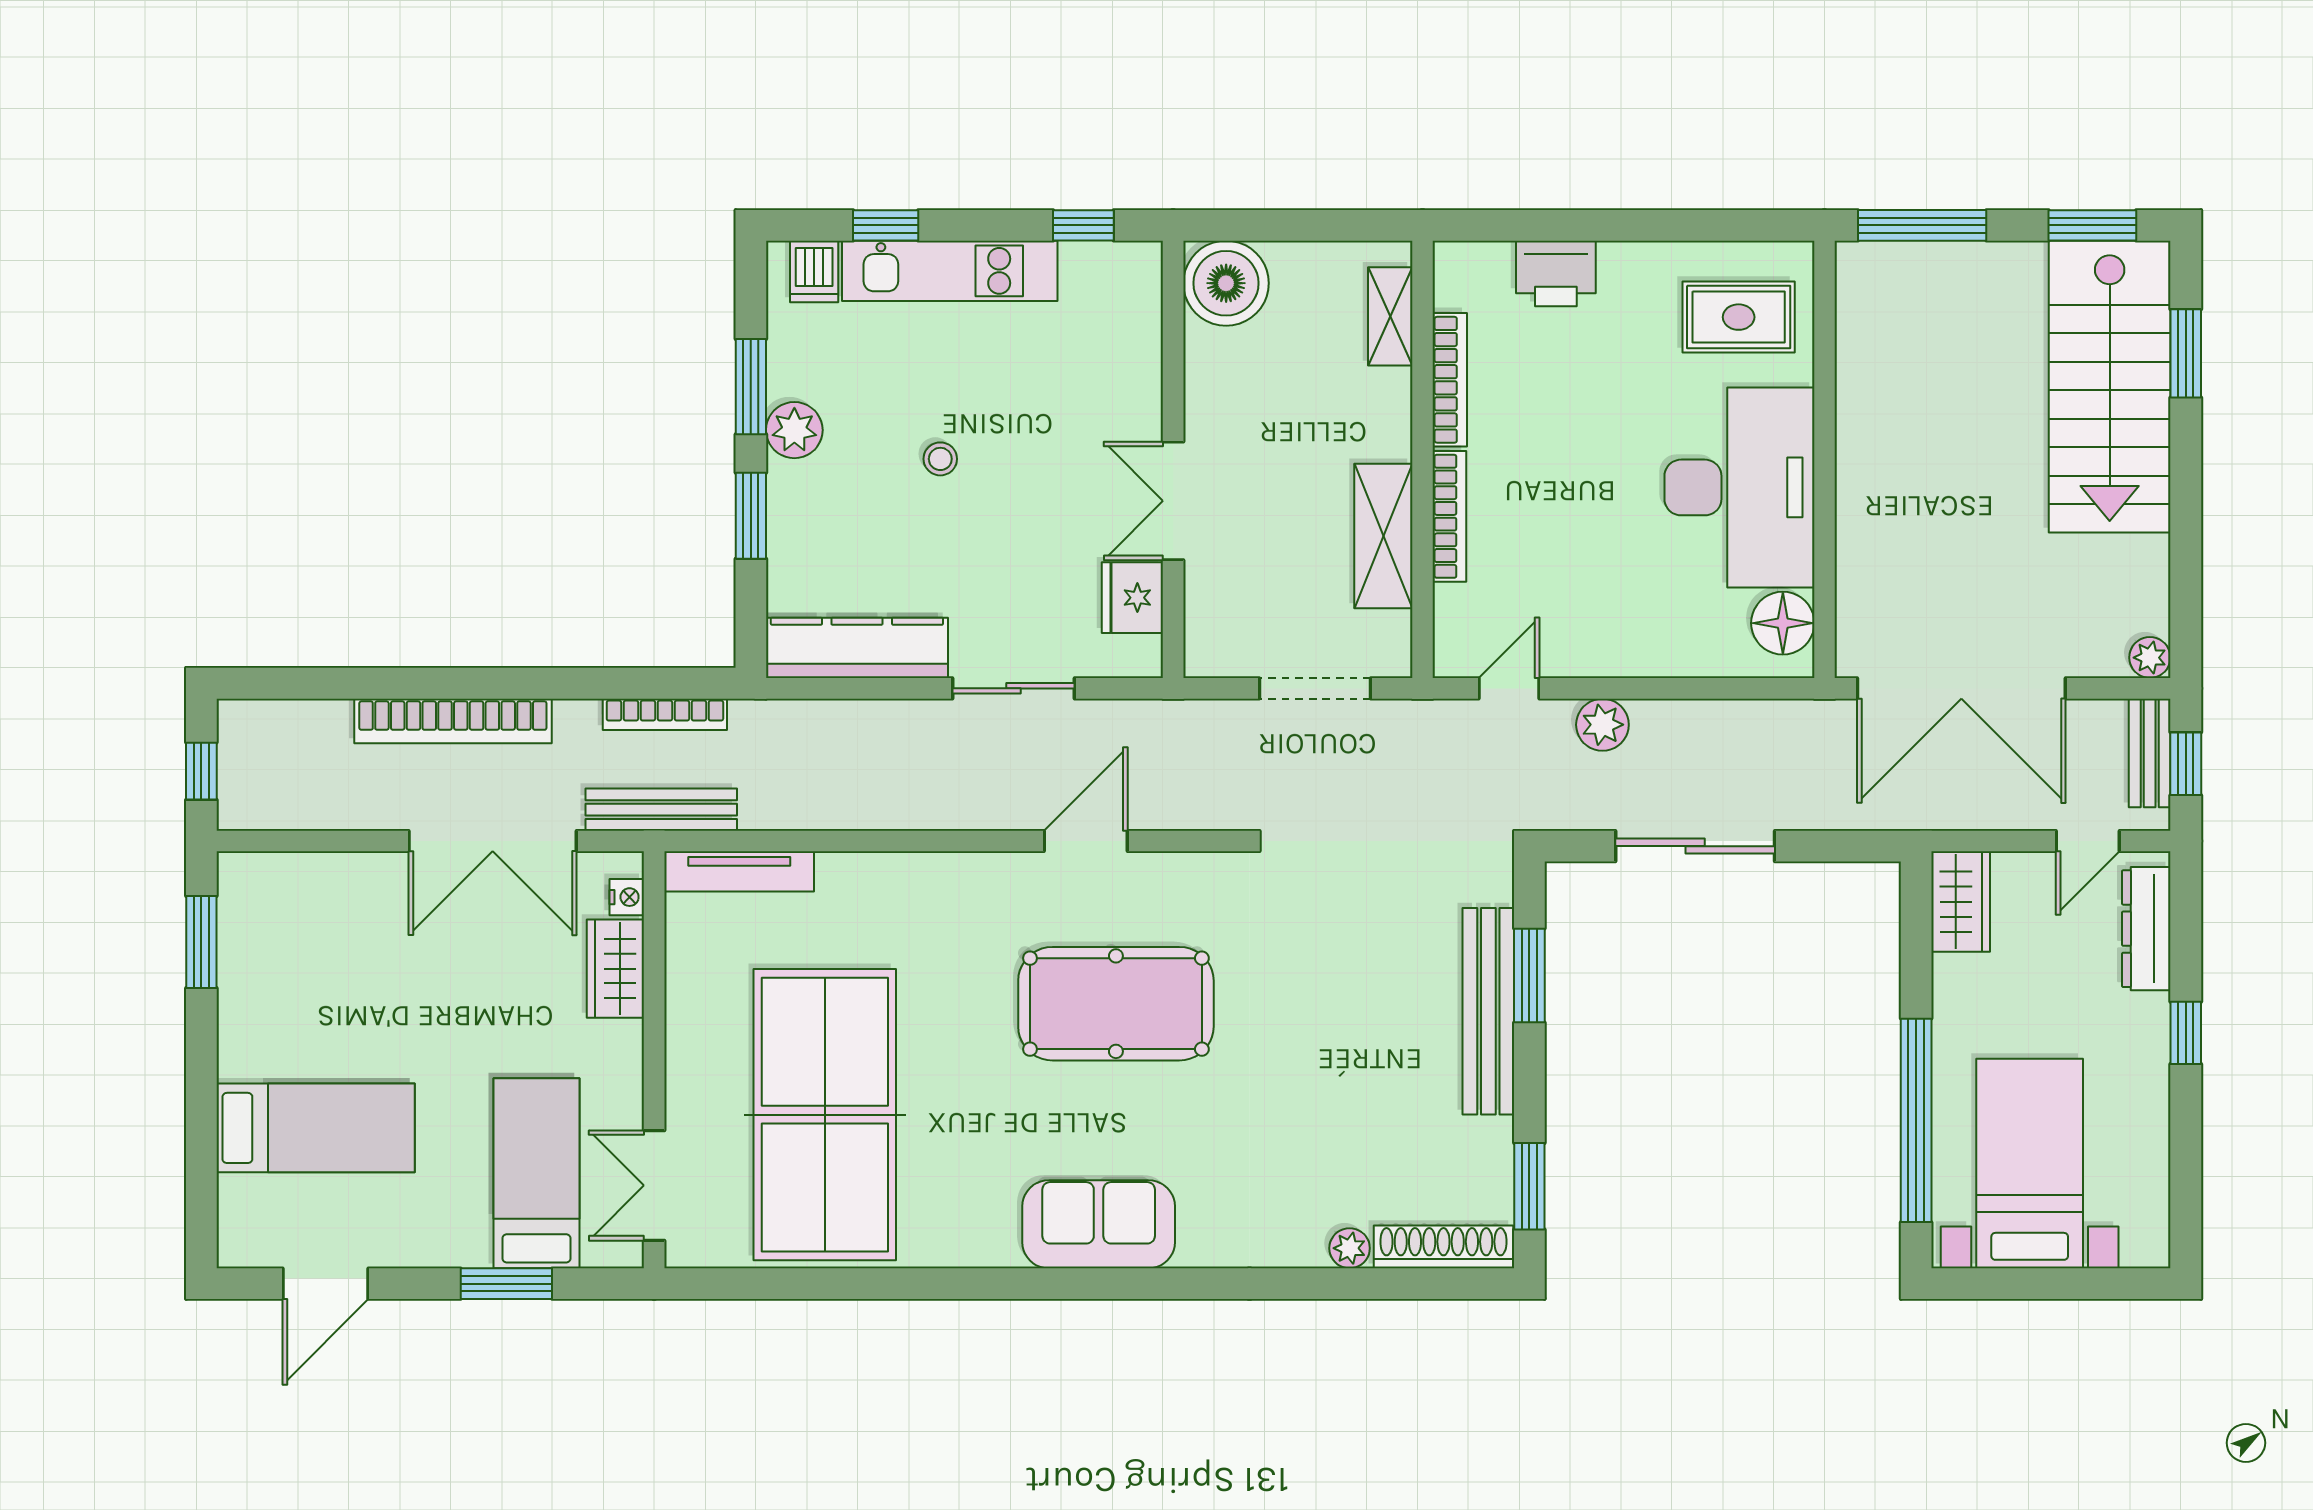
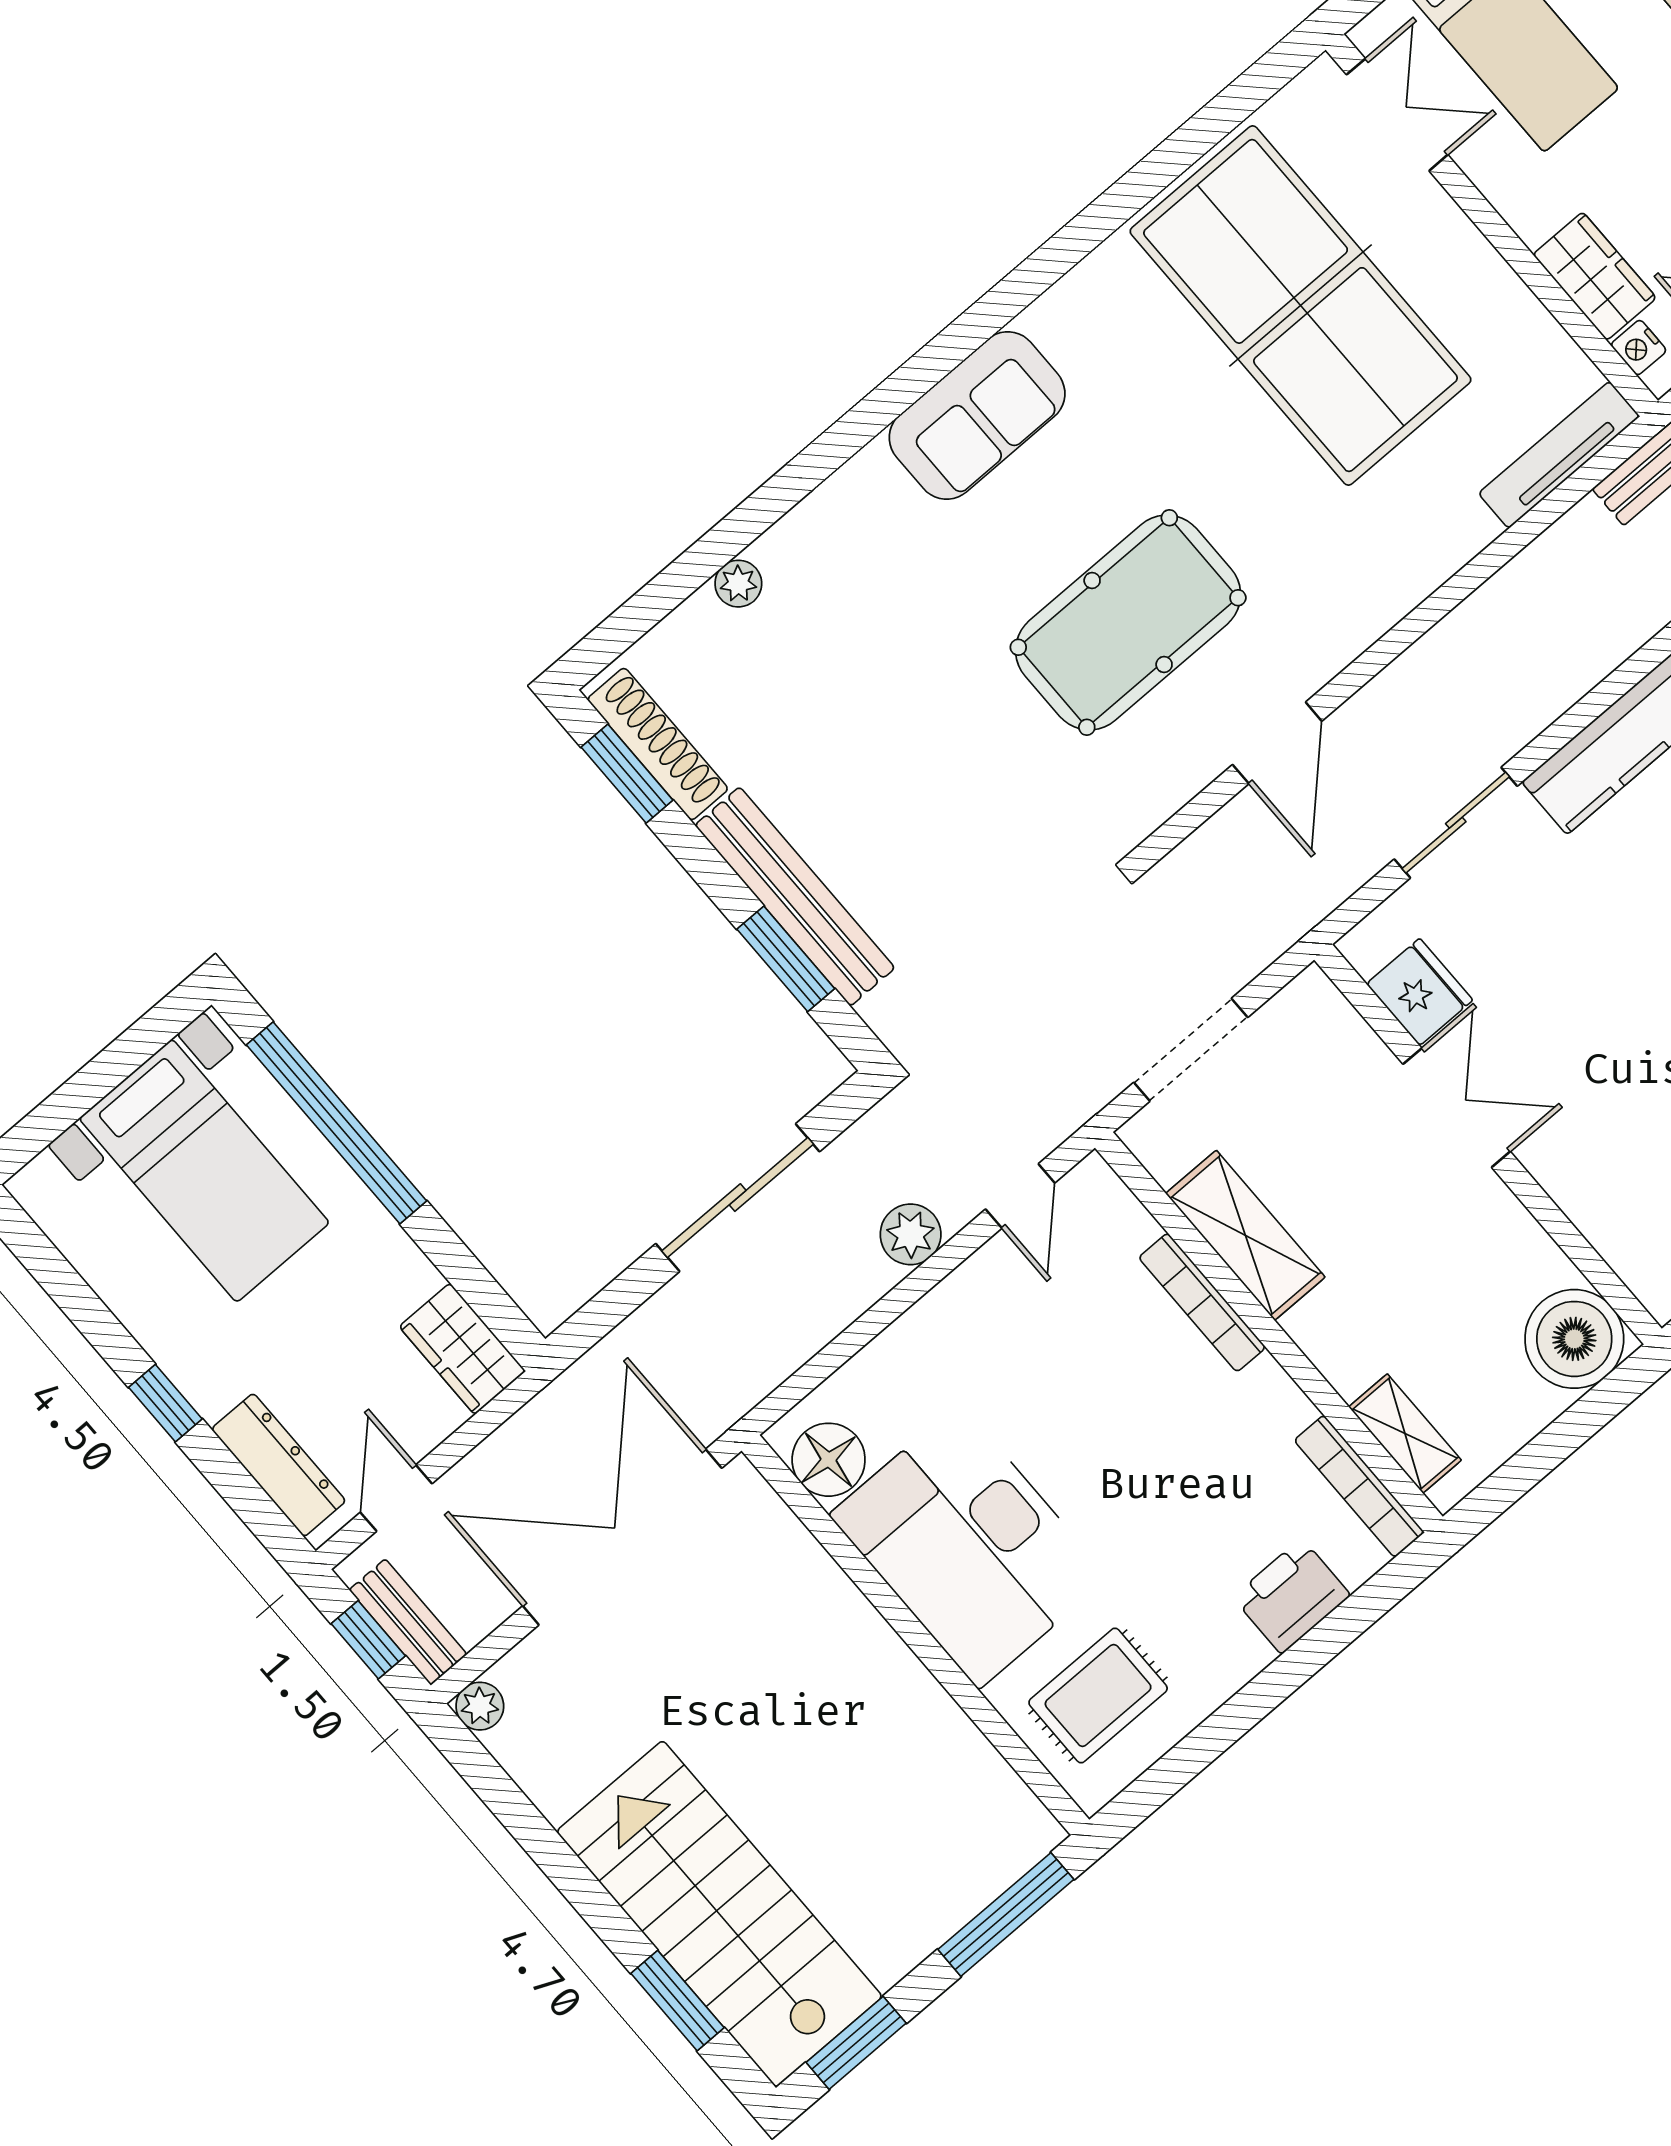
bookcase: (1450, 380) -> (1359, 1486), moved
shoe rack: (1443, 1247) -> (658, 744), moved, turned -90

